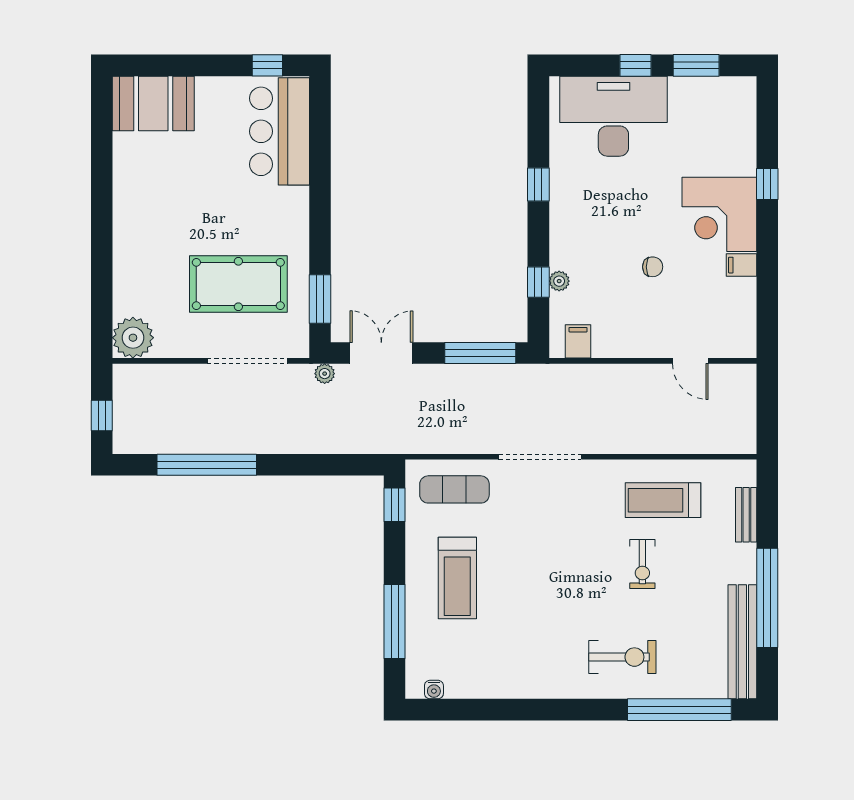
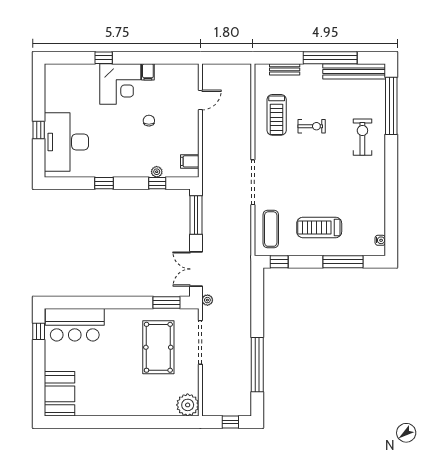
window: (696, 65) -> (39, 97), removed
treadmill: (457, 578) -> (319, 227), turned 180

